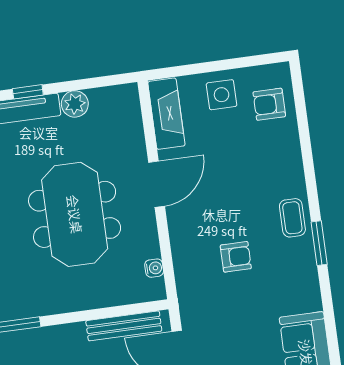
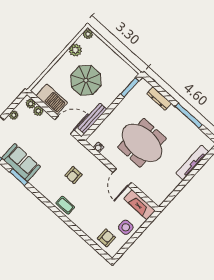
window: (28, 92) -> (194, 172), removed
plant: (75, 104) -> (174, 181), removed
window: (319, 243) -> (19, 177), moved

